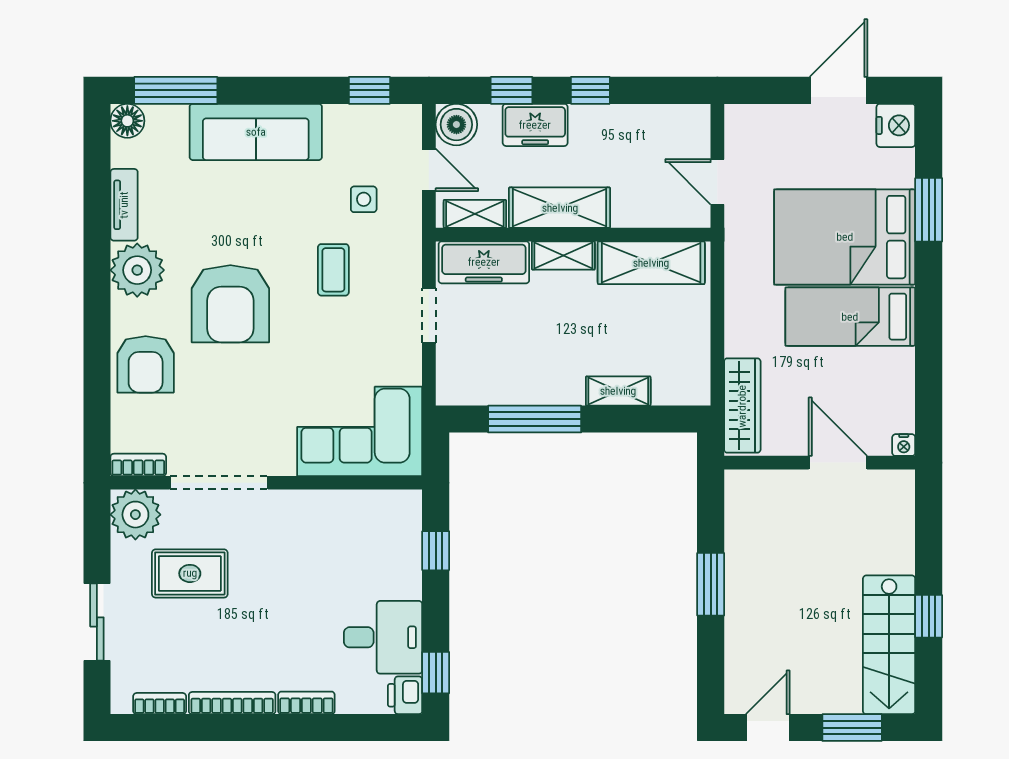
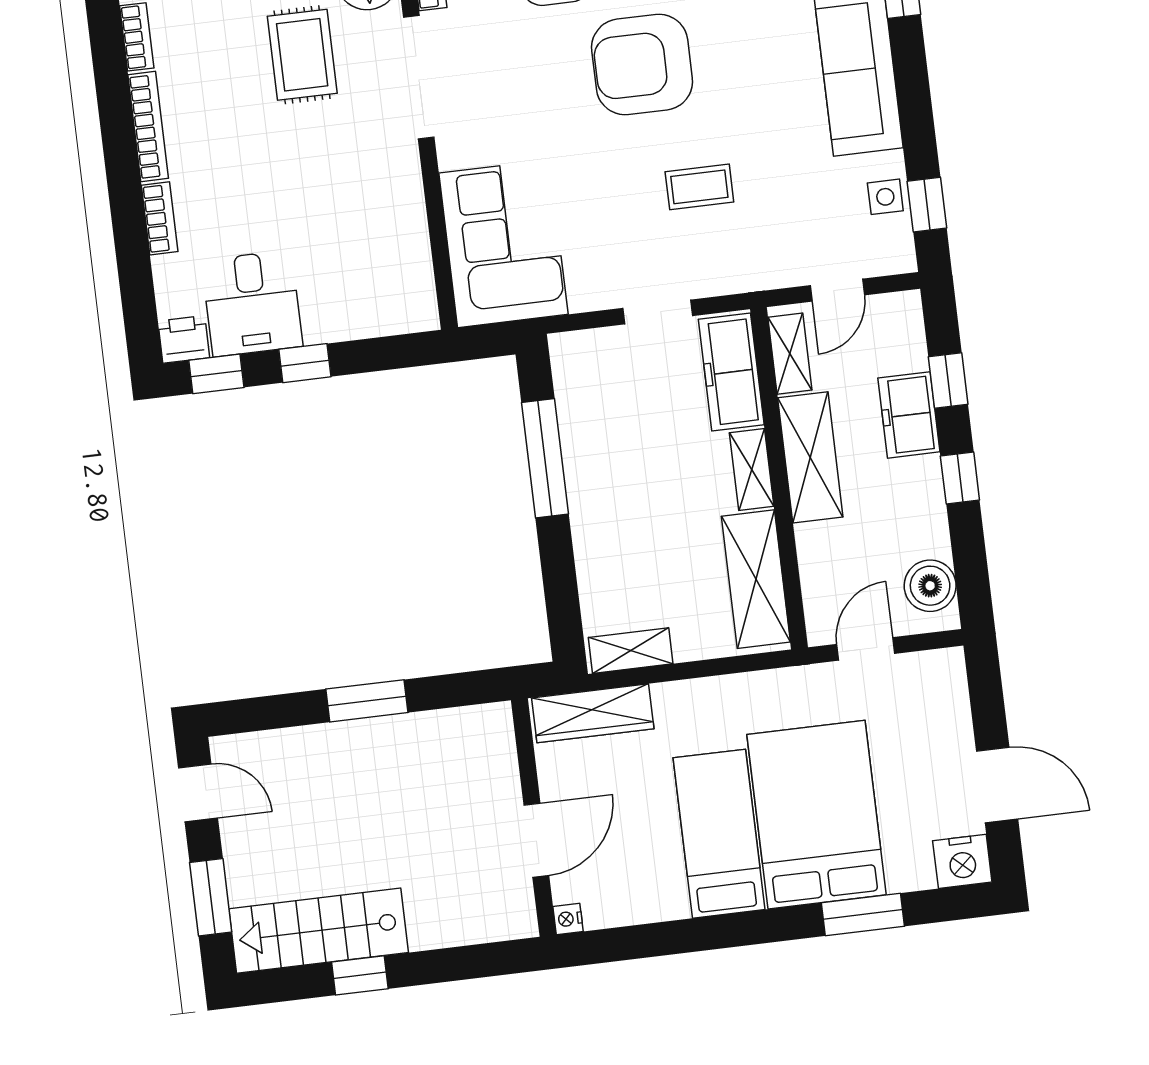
boiler: (456, 125) -> (930, 586), moved
side table: (364, 199) -> (885, 197), moved
shelving: (618, 391) -> (631, 651), moved, turned 90
window: (436, 551) -> (305, 363), moved

